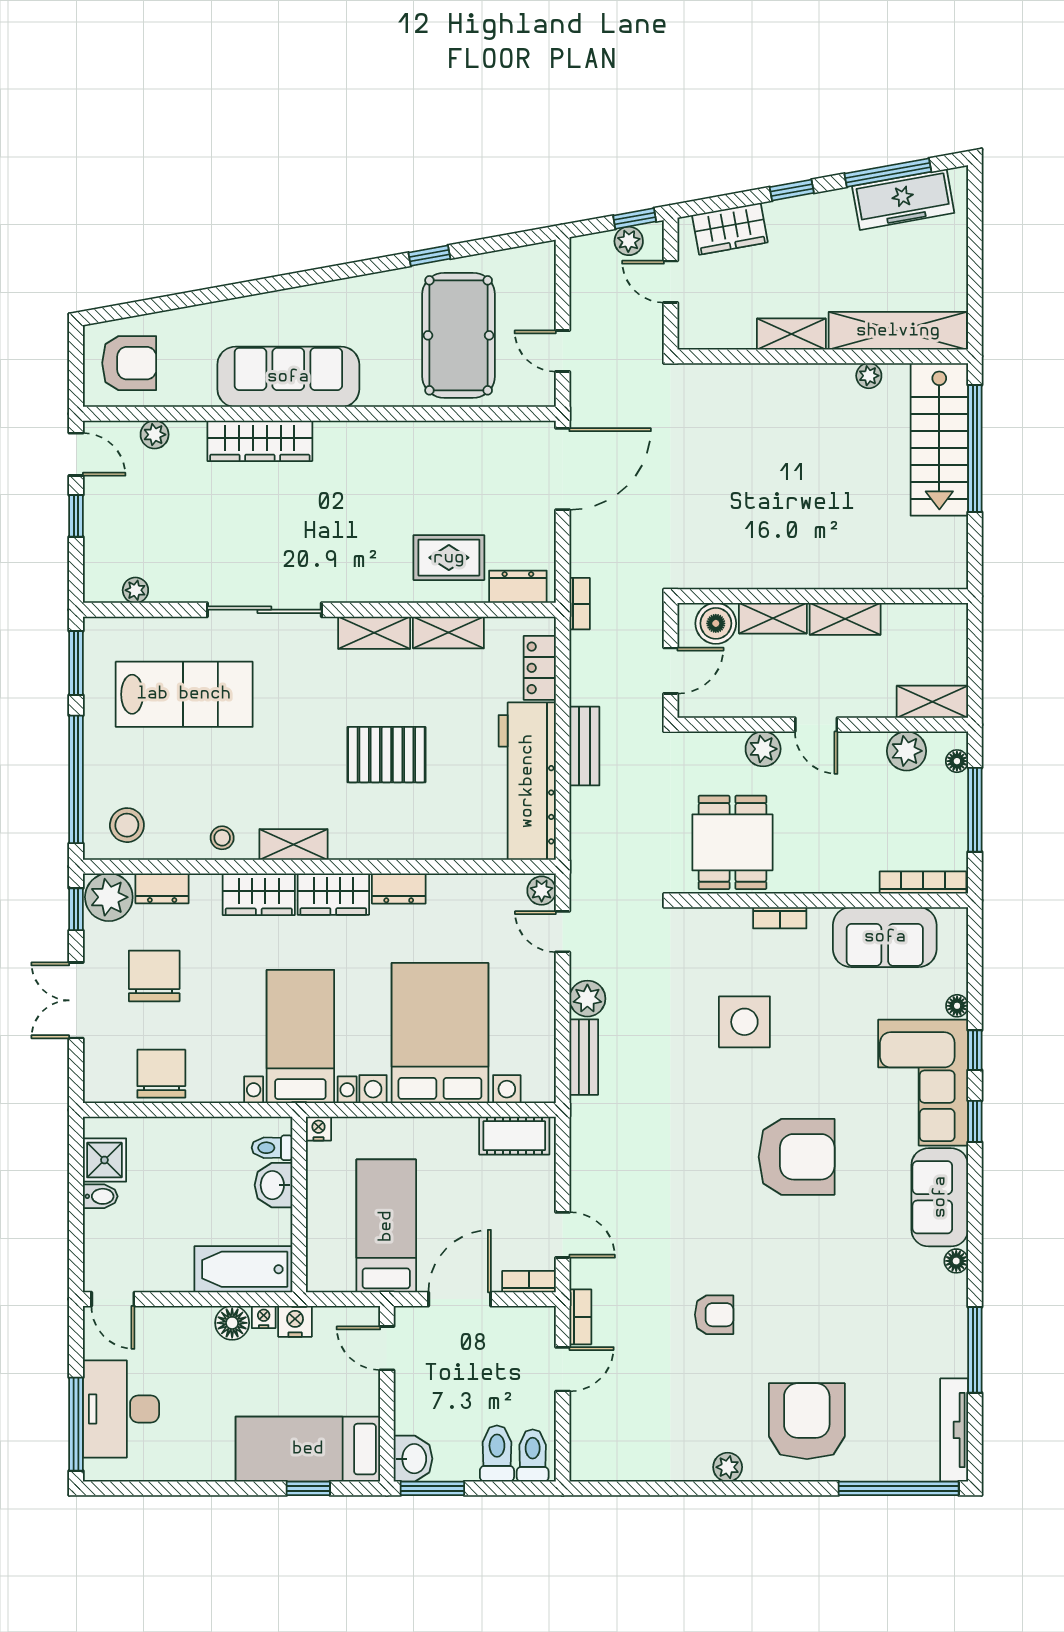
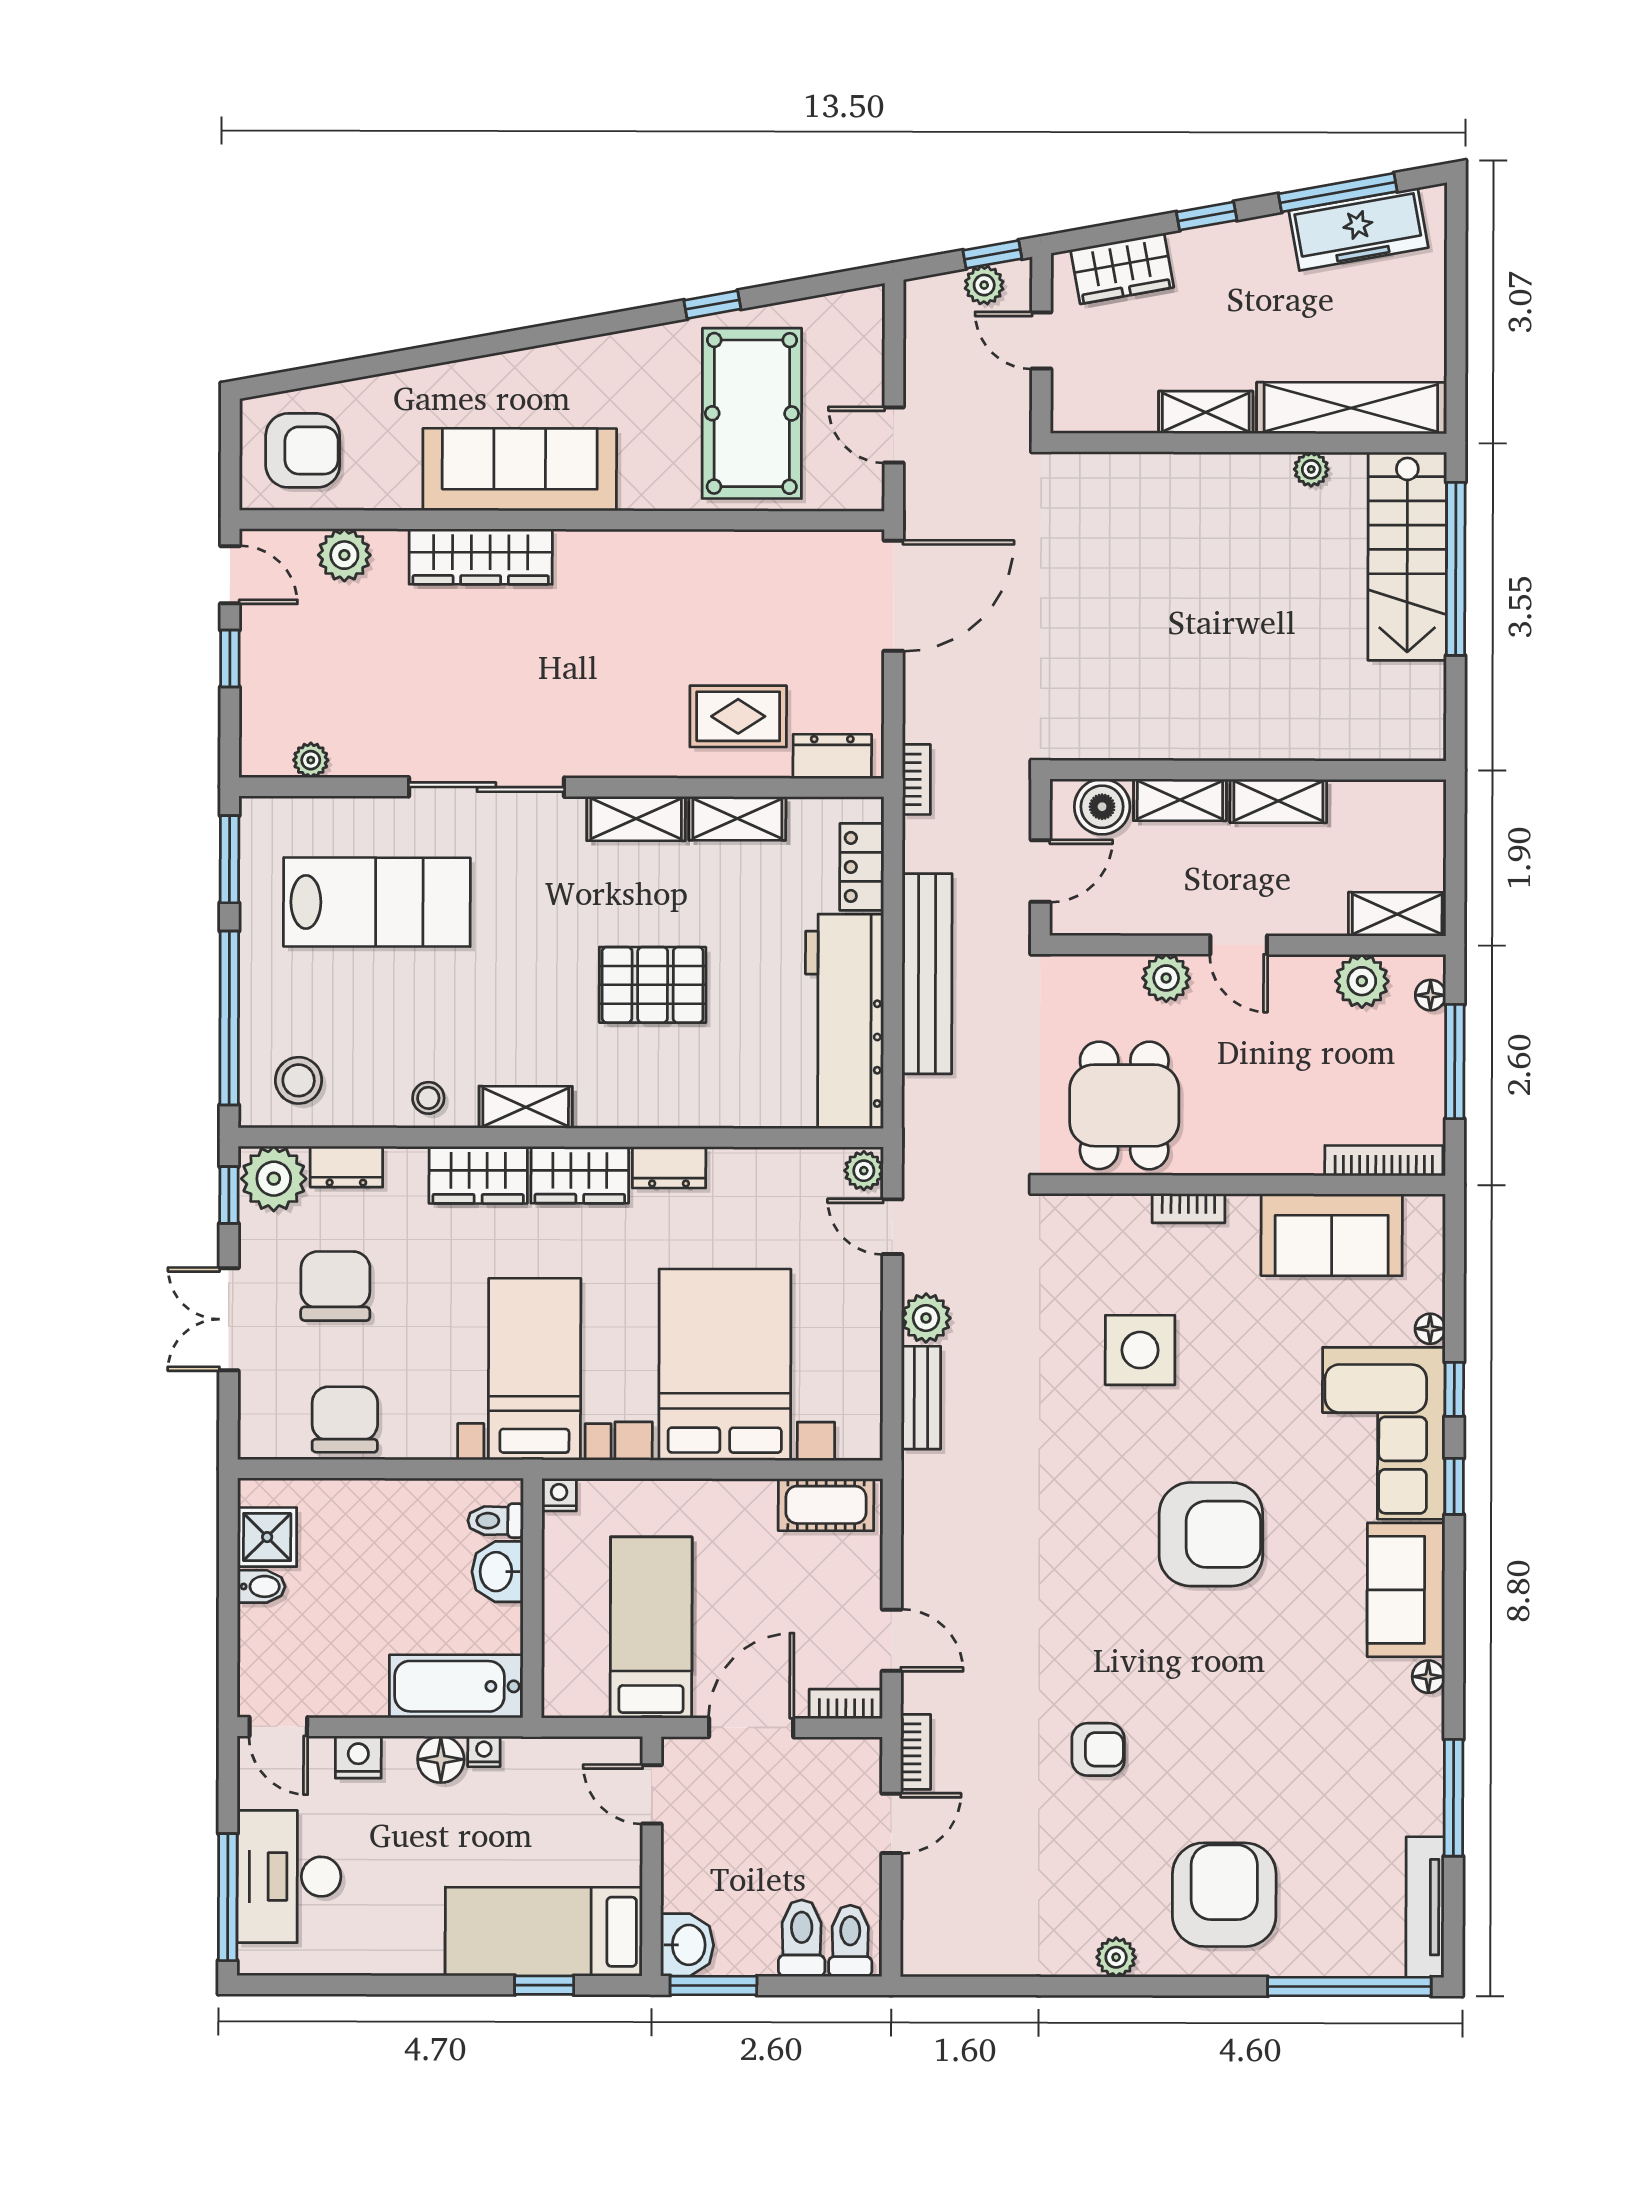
plant: (155, 435) -> (344, 555), width x1.38, depth x1.38
bench: (584, 746) -> (927, 974), width x1.86, depth x1.21
nightstand: (295, 1321) -> (358, 1757), moved

